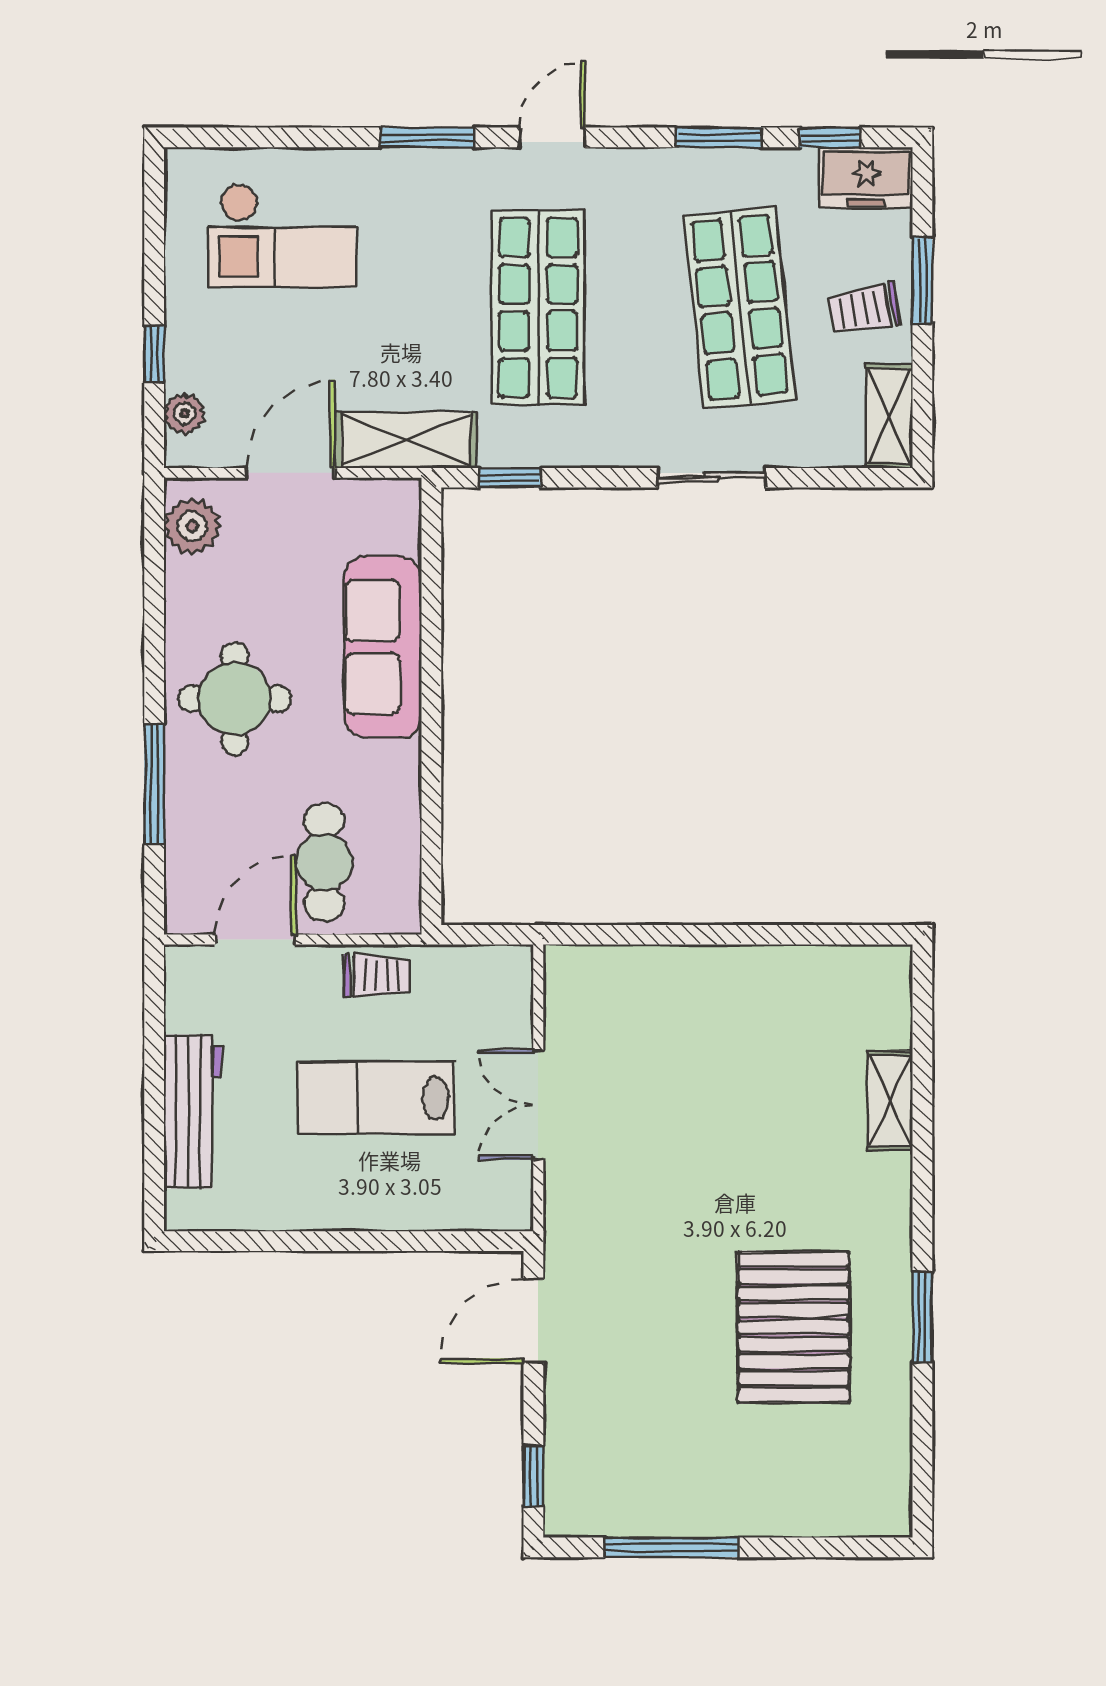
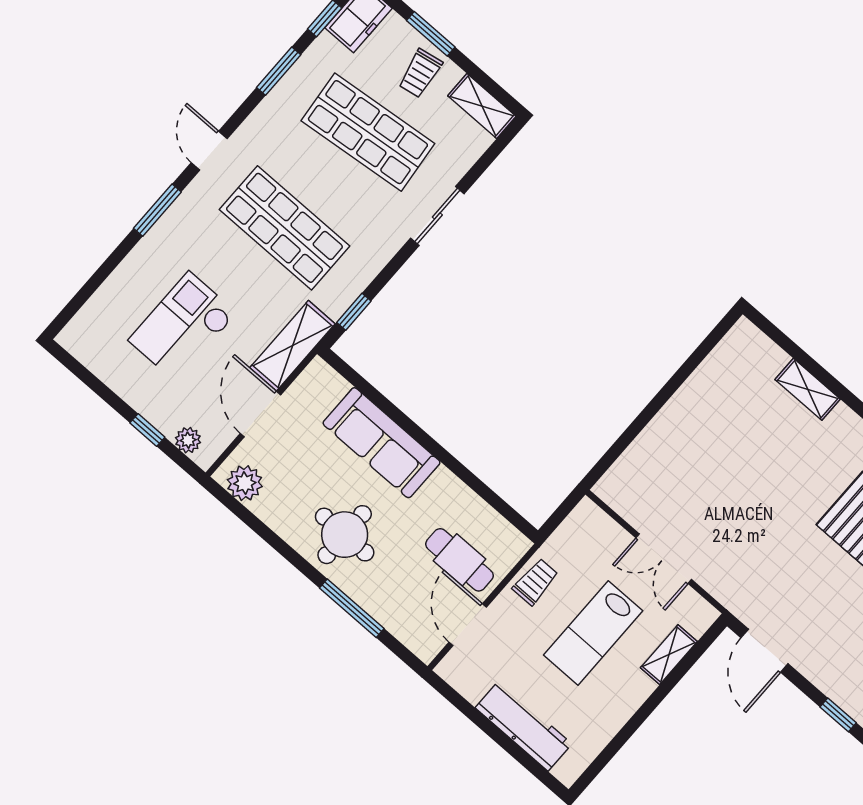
checkout: (282, 236) -> (183, 327), moved, turned 180
shelving: (429, 1211) -> (669, 655), added

